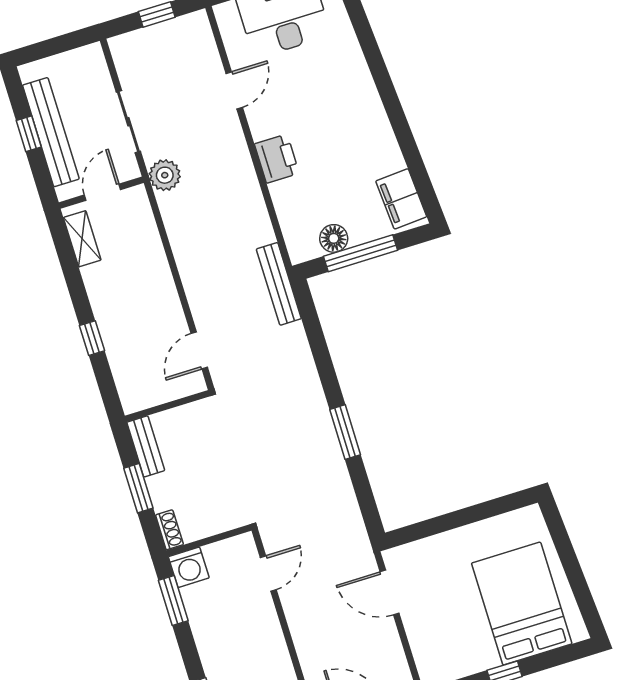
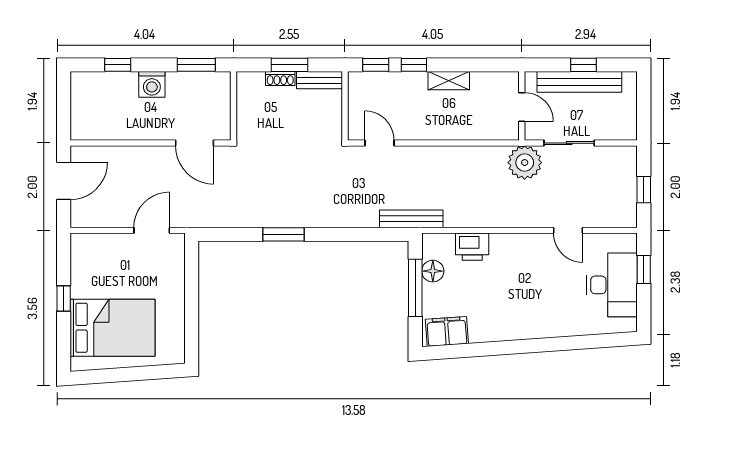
printer: (277, 159) -> (472, 247), moved
plant: (165, 175) -> (525, 163), width x1.36, depth x1.36
shelving: (82, 239) -> (449, 81), moved
window: (106, 384) -> (376, 65), added
shoe rack: (169, 530) -> (280, 78), moved
washing machine: (189, 567) -> (152, 84), moved, turned -90
door: (268, 574) -> (195, 143), width x1.38

